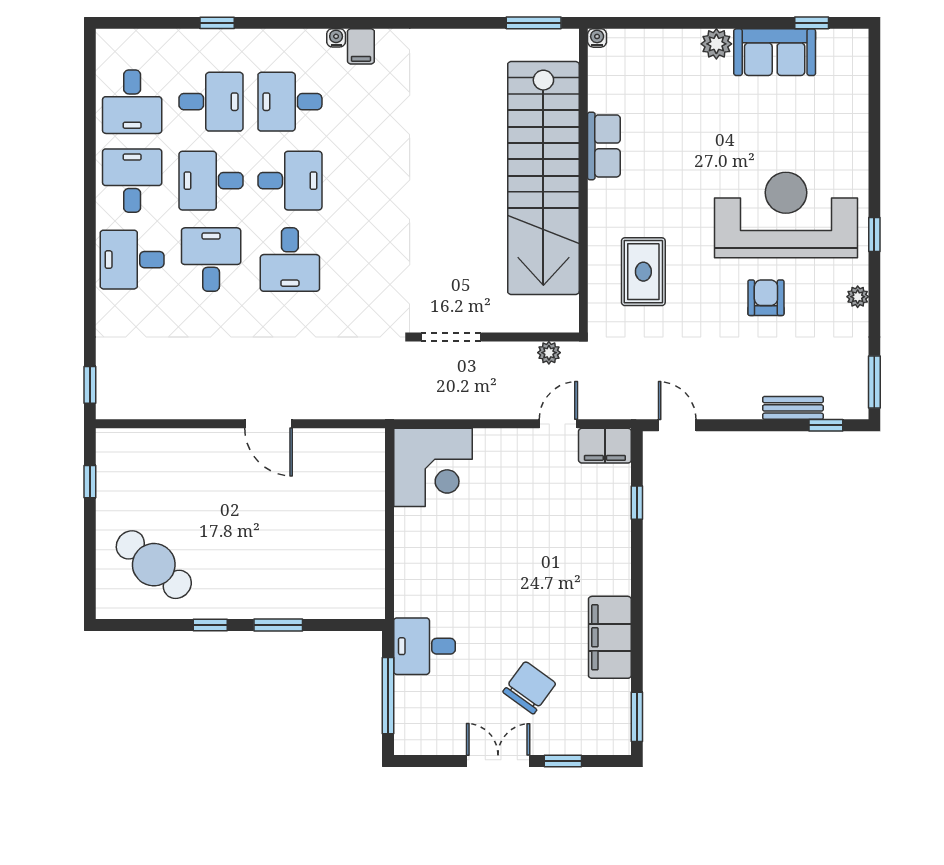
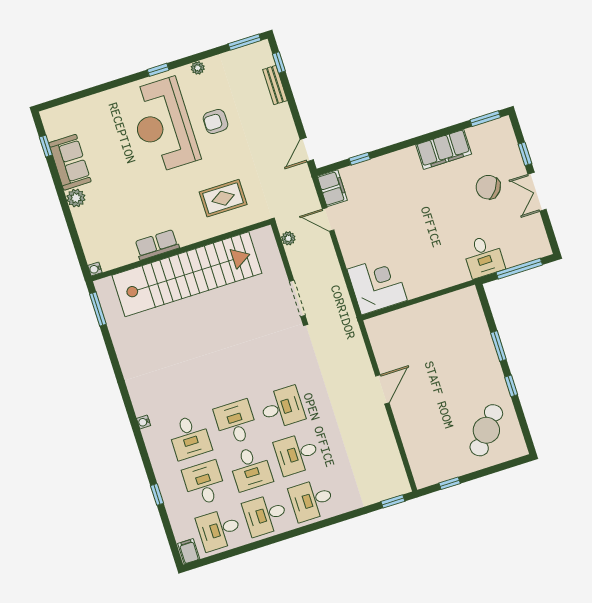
filing cabinet: (361, 46) -> (189, 551), moved, turned -90
desk: (132, 102) -> (219, 530), turned 180
desk: (132, 260) -> (312, 500), turned 90

